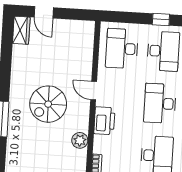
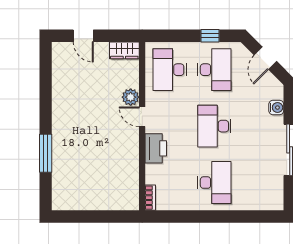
wardrobe: (21, 30) -> (124, 50), moved, turned 90
spiral stairs: (48, 104) -> (94, 134), removed
plant: (80, 140) -> (131, 97), moved

